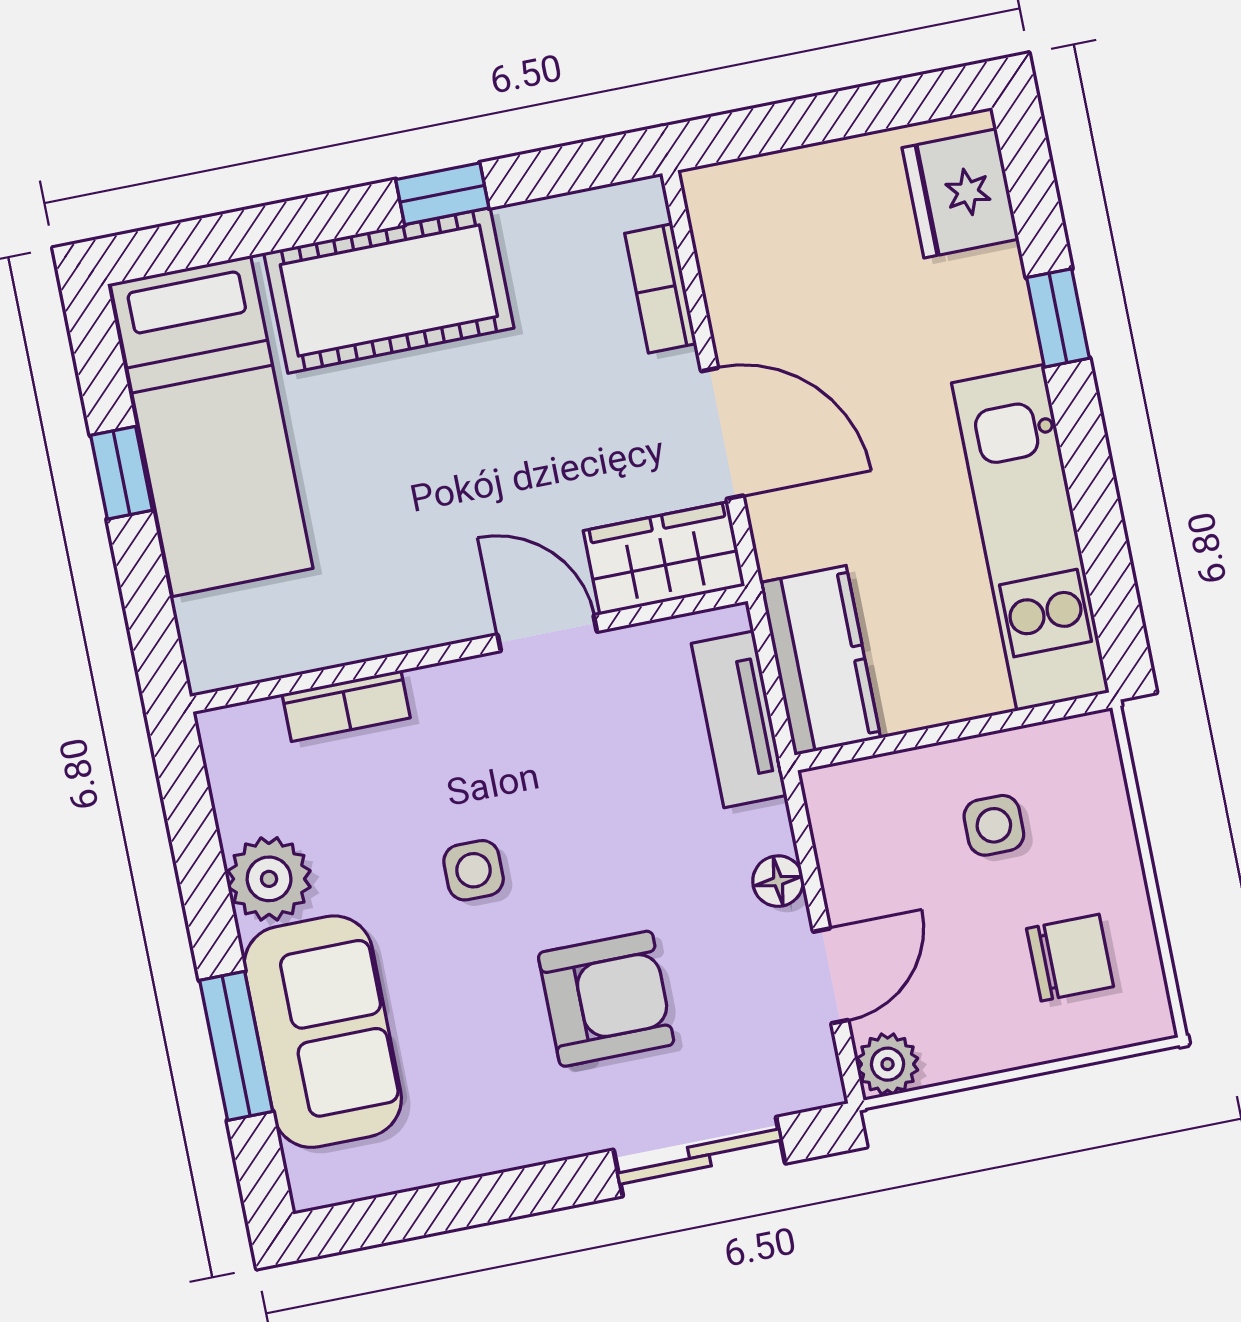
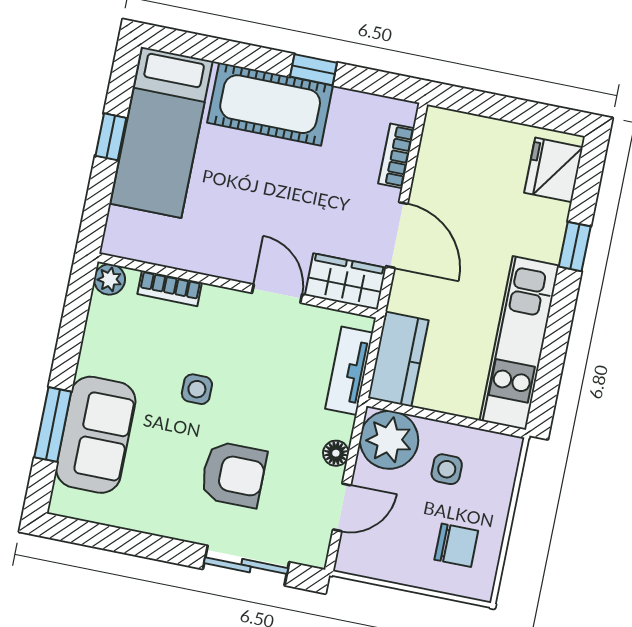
plant: (269, 879) -> (110, 279), moved, width x0.73, depth x0.73
plant: (888, 1064) -> (389, 440), moved, width x1.87, depth x1.87

